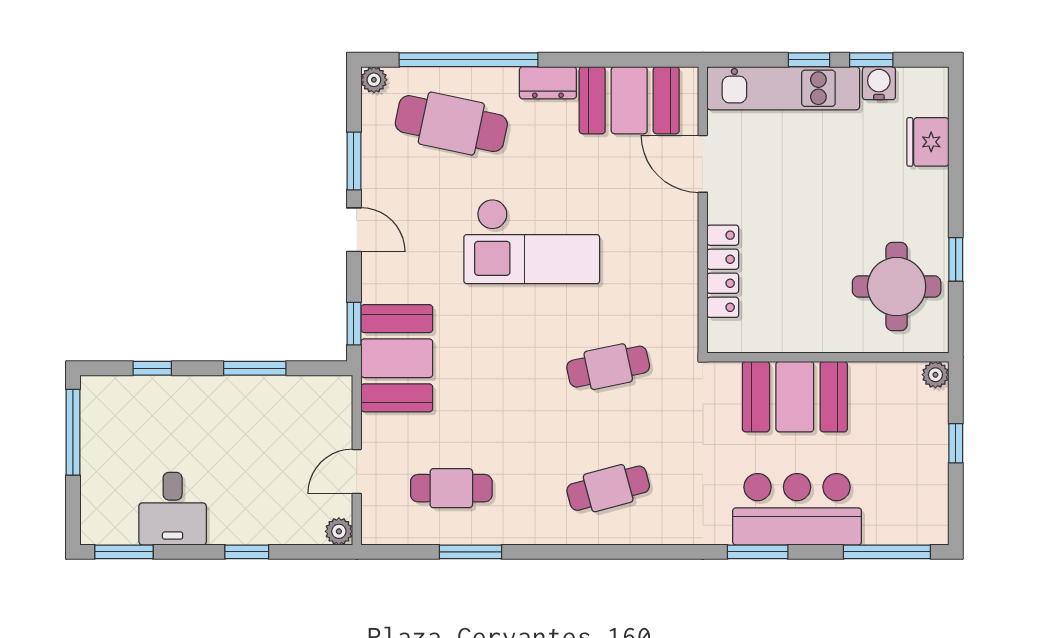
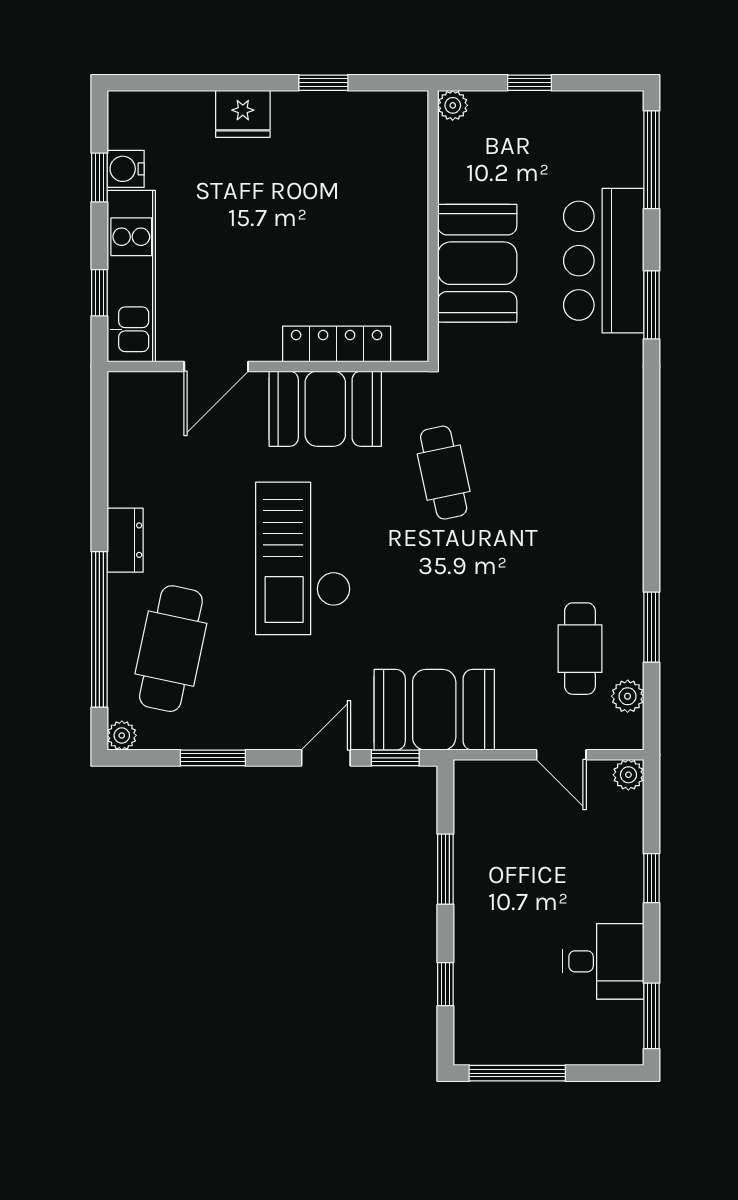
window: (809, 60) -> (99, 293), moved
booth: (629, 100) -> (325, 409), moved, turned 90
fridge: (928, 142) -> (243, 114), moved
door: (354, 230) -> (326, 758), moved
checkout: (532, 241) -> (303, 558), turned 180
round table: (897, 287) -> (354, 149), removed
cafe table: (608, 488) -> (580, 473), removed
plant: (409, 531) -> (628, 696), added

